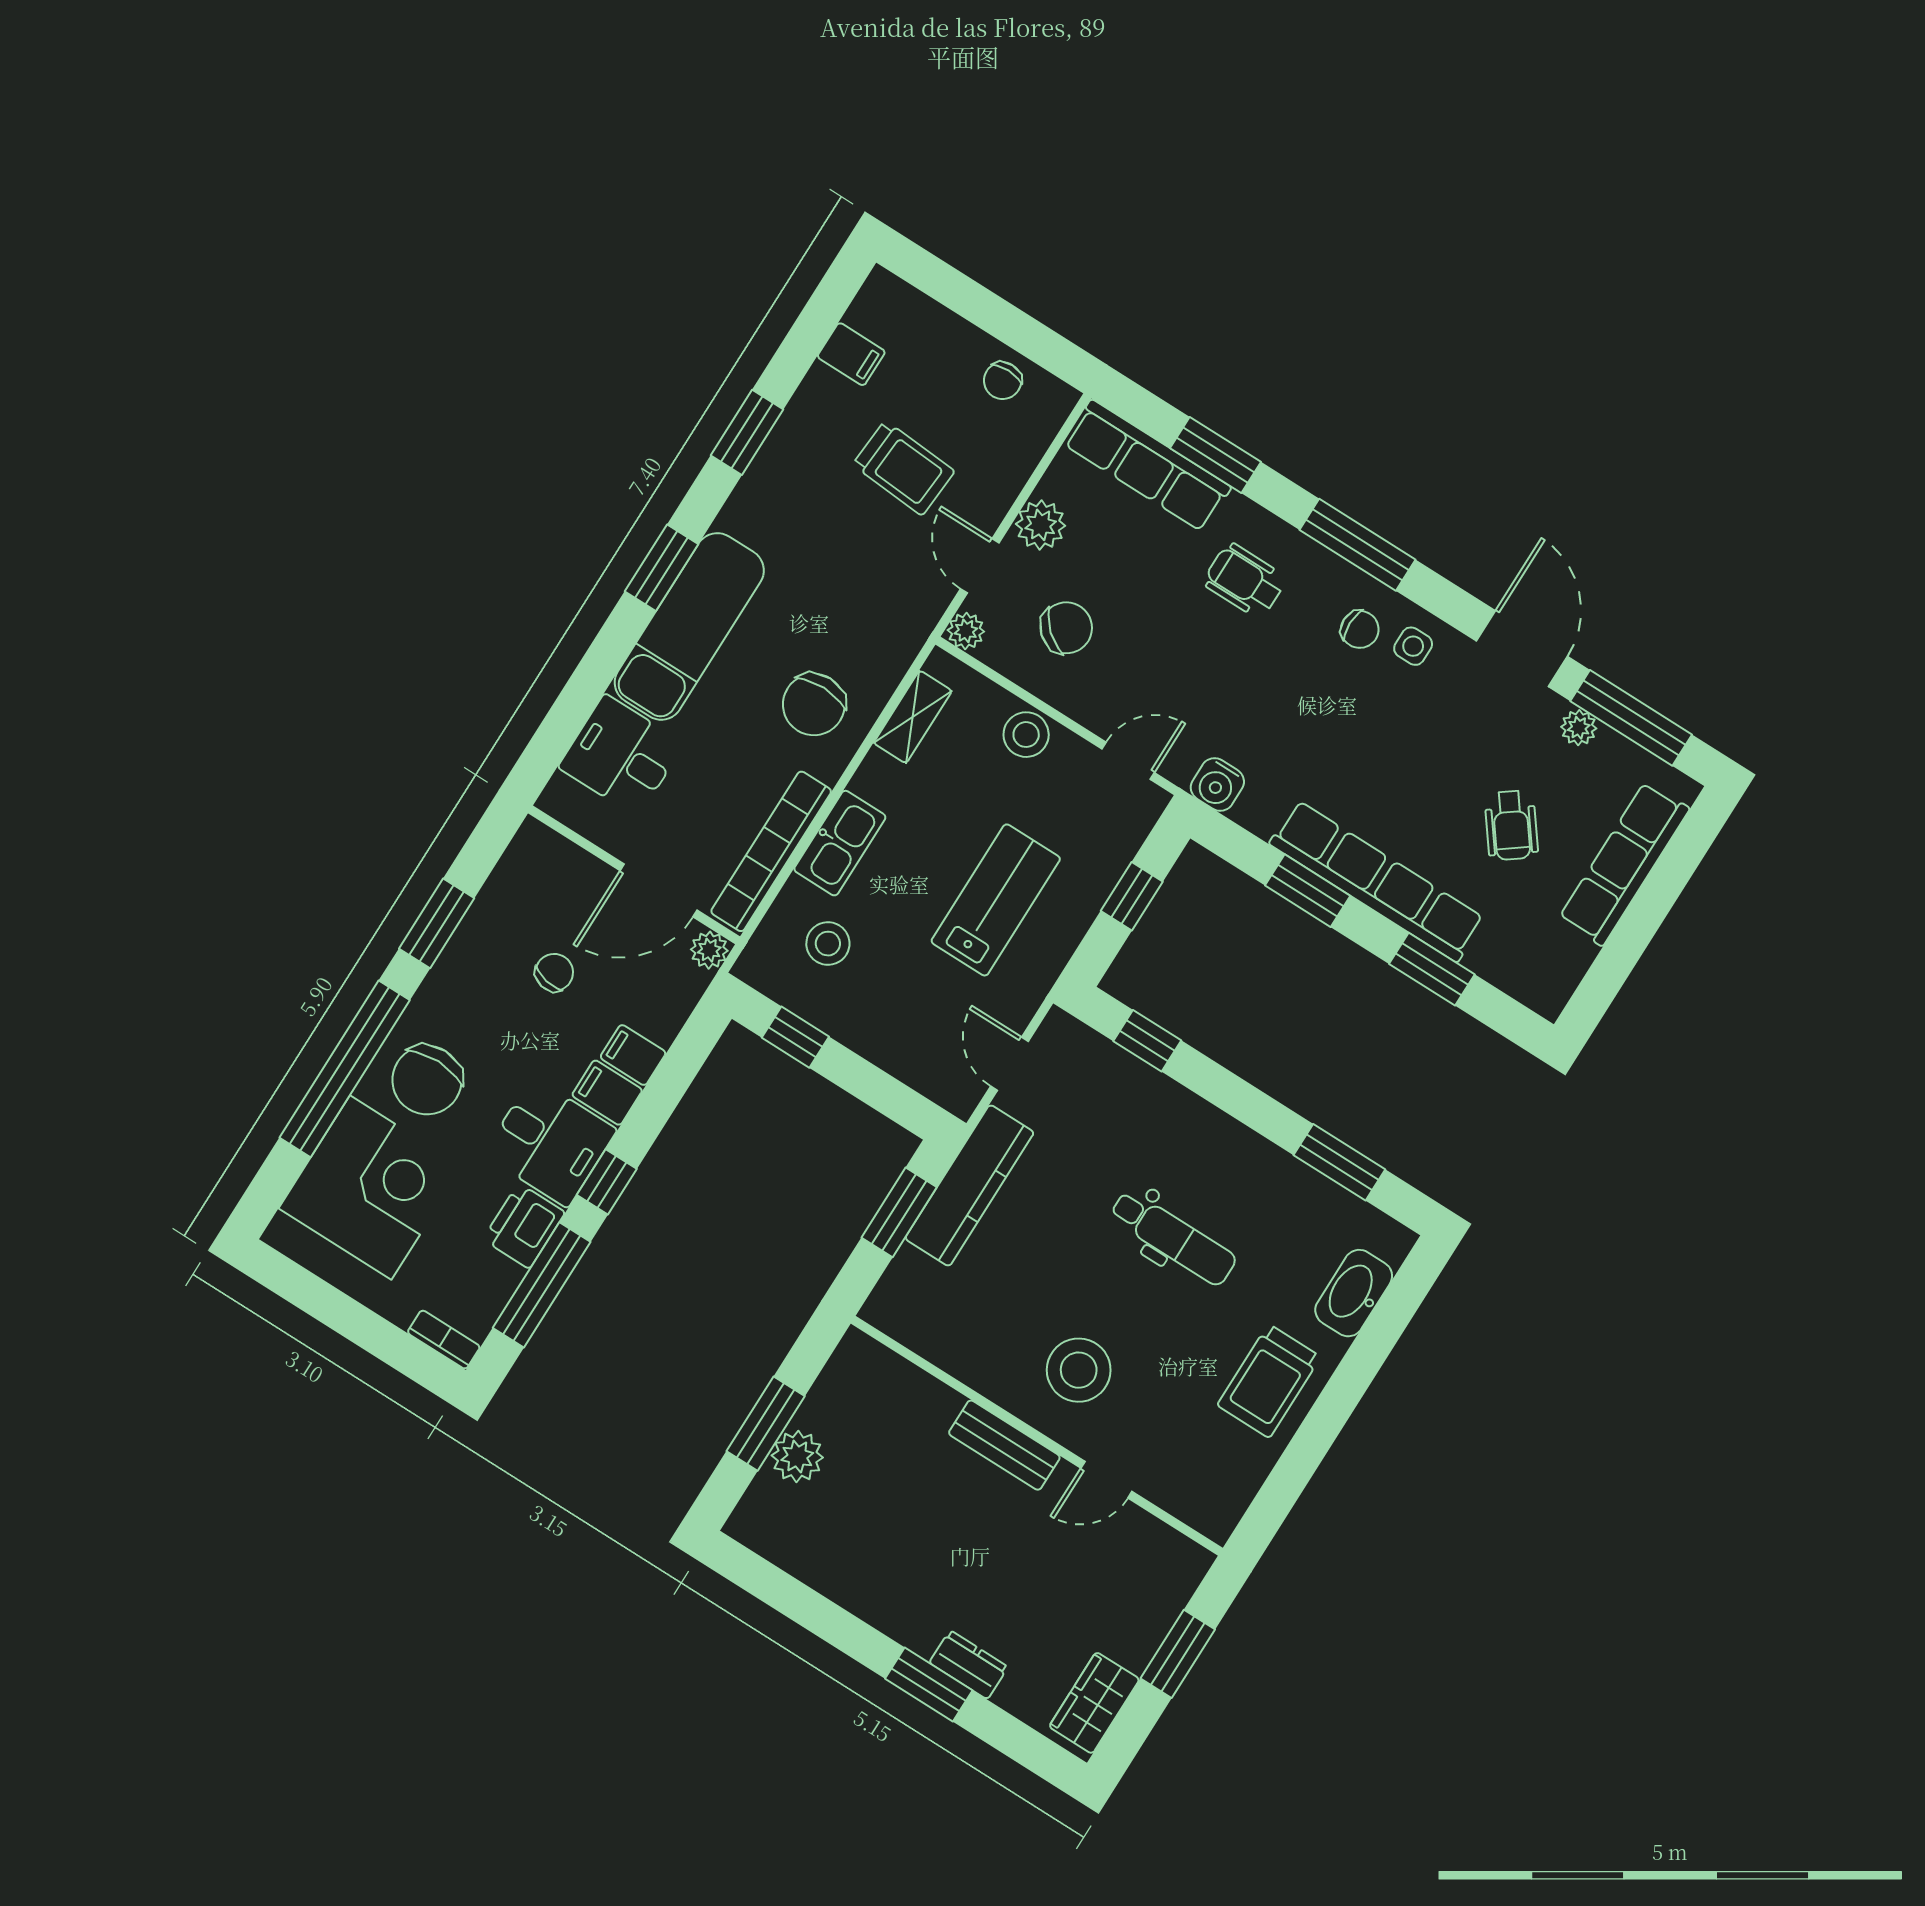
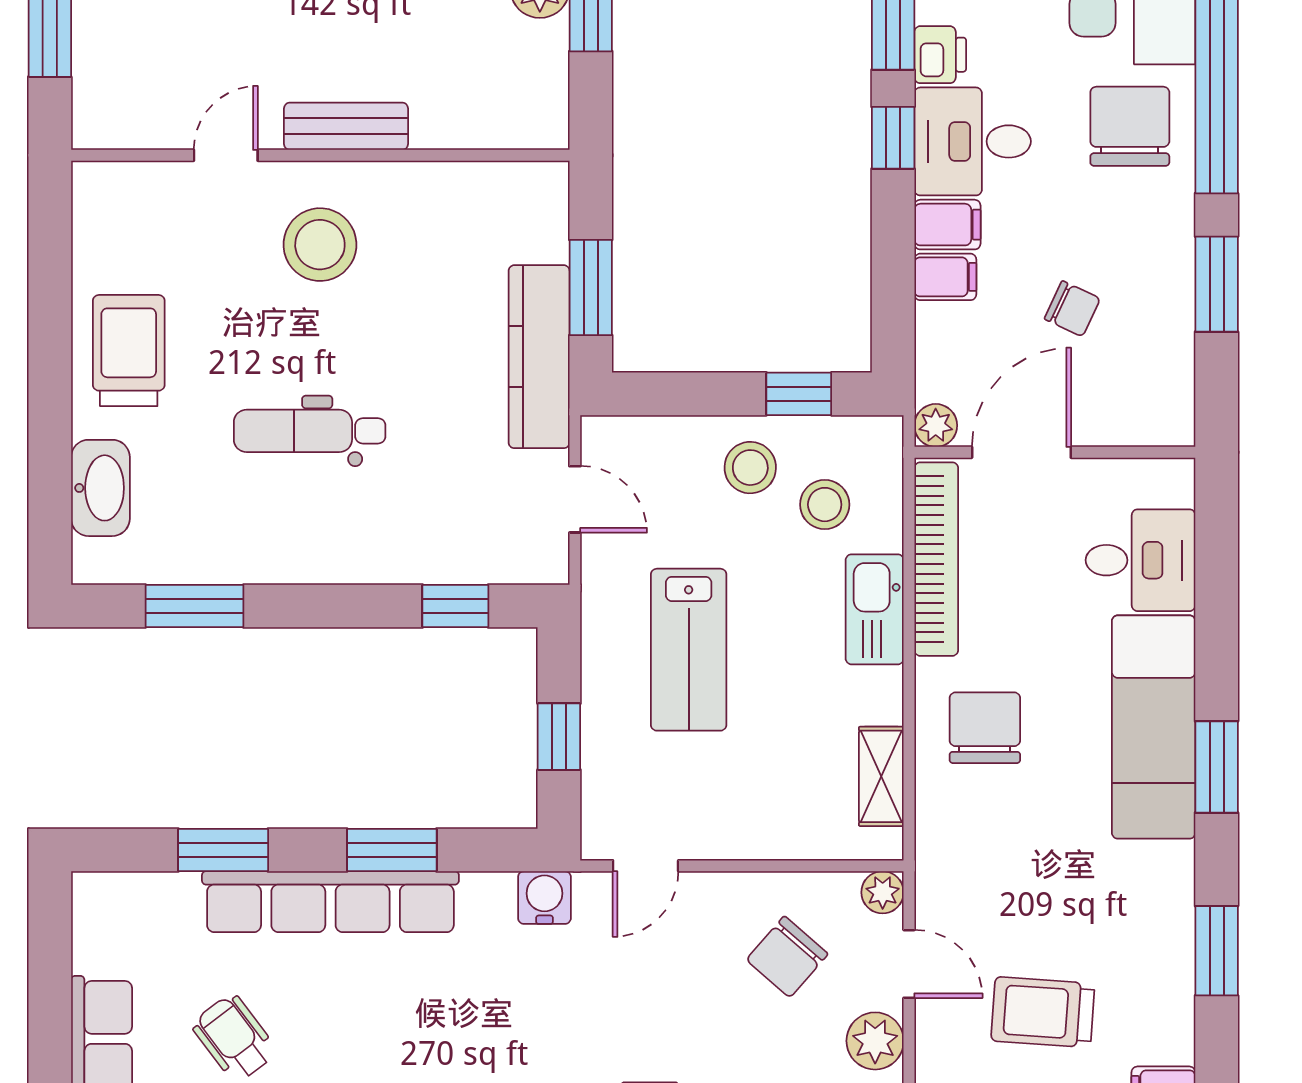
stool: (1026, 735) -> (750, 468), moved
chair: (554, 972) -> (1072, 309), turned -76
printer: (524, 1226) -> (940, 55), width x0.73, depth x0.81

